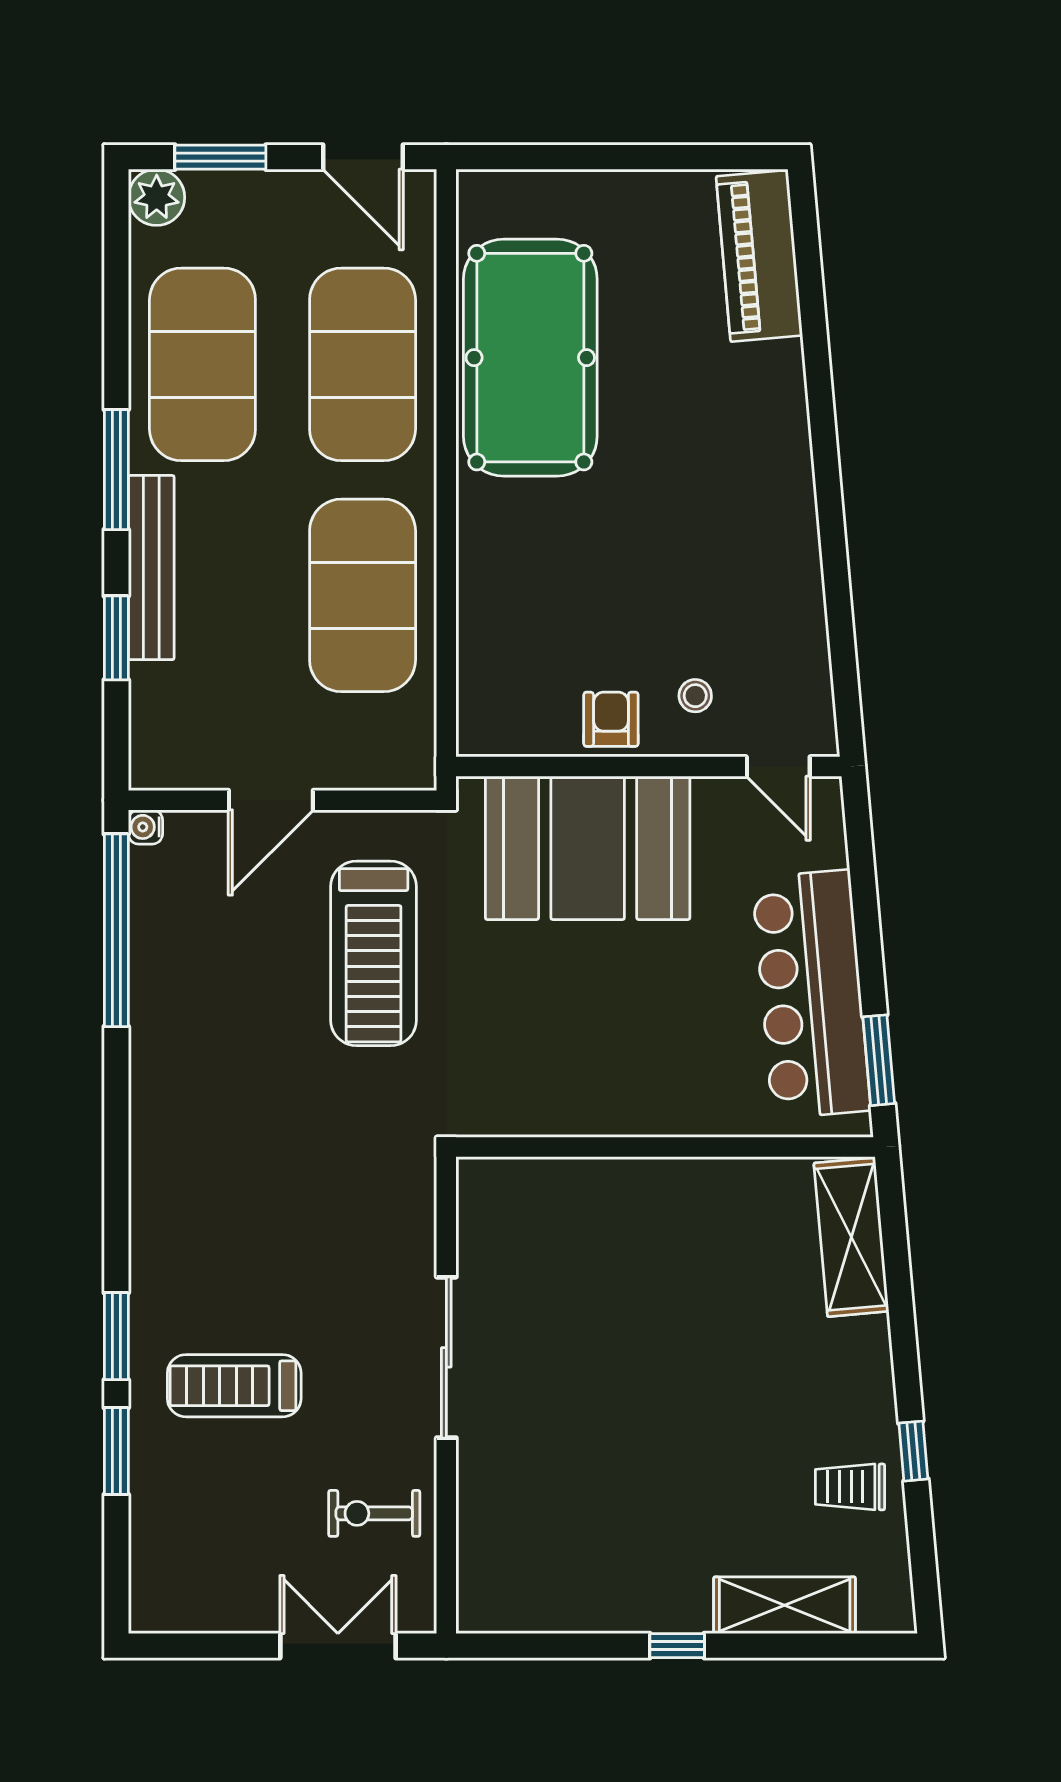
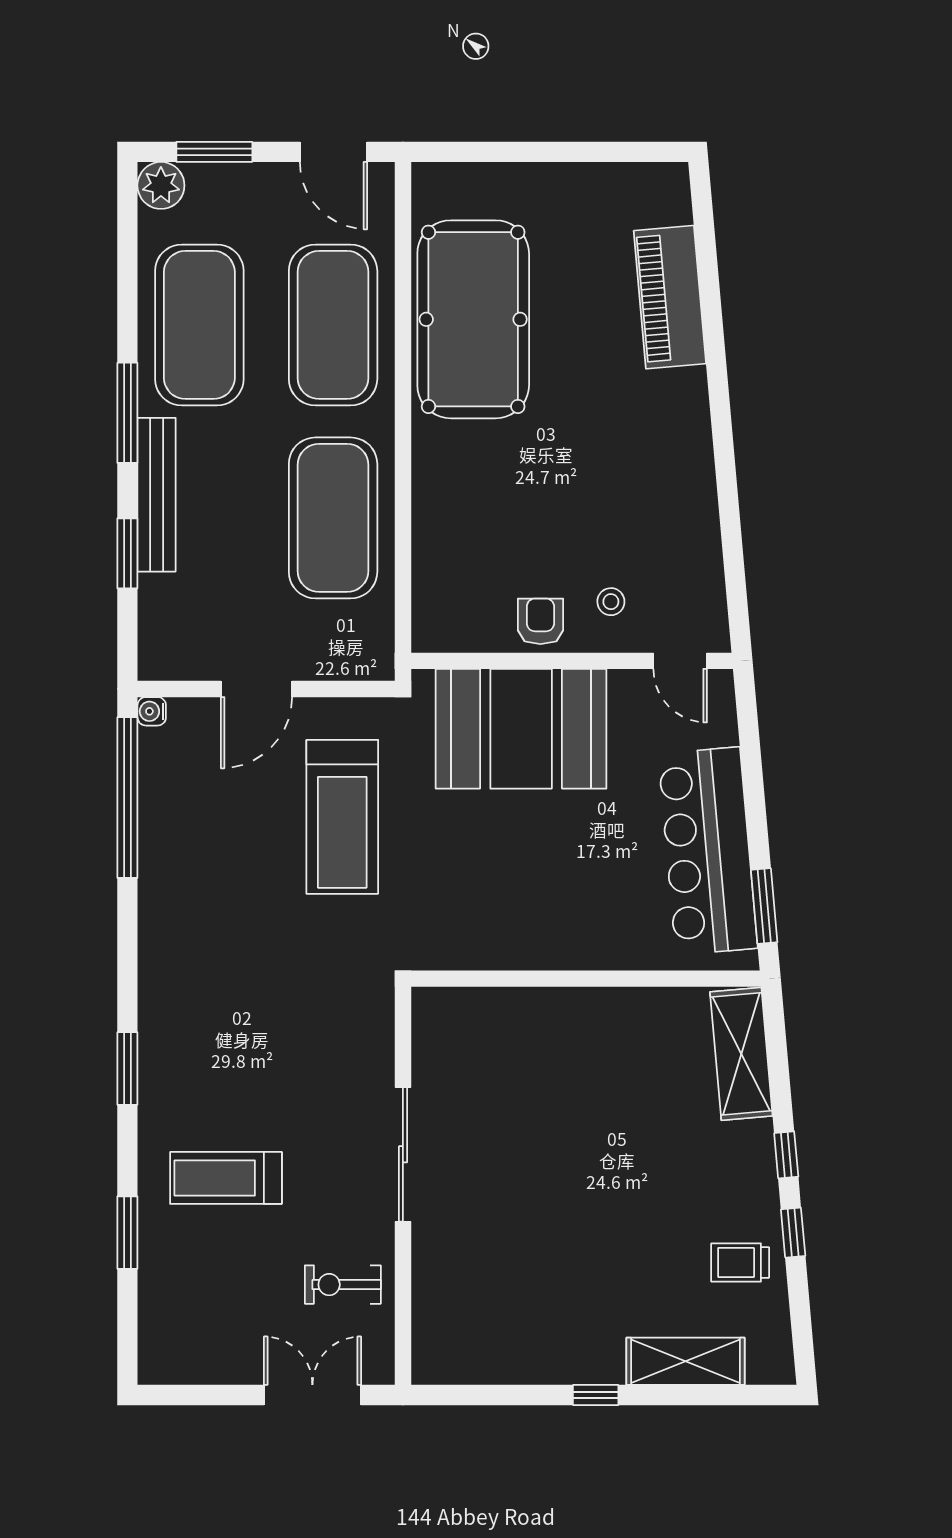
piano: (759, 256) -> (670, 297), moved
window: (116, 1336) -> (127, 1068), moved
window: (905, 1358) -> (786, 1155), added

